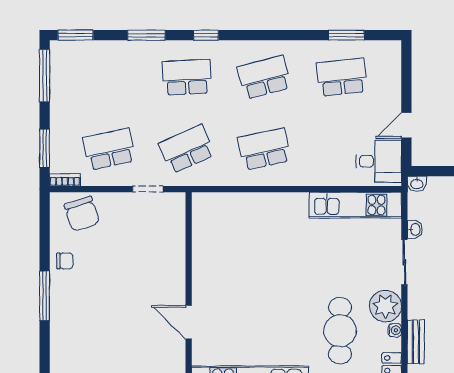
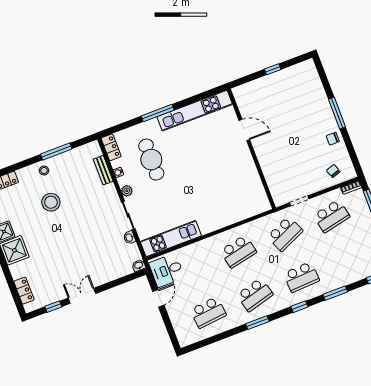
window: (346, 35) -> (257, 323), moved
chair: (82, 214) -> (333, 171), width x0.54, depth x0.54
plant: (385, 306) -> (127, 191), width x0.53, depth x0.53

